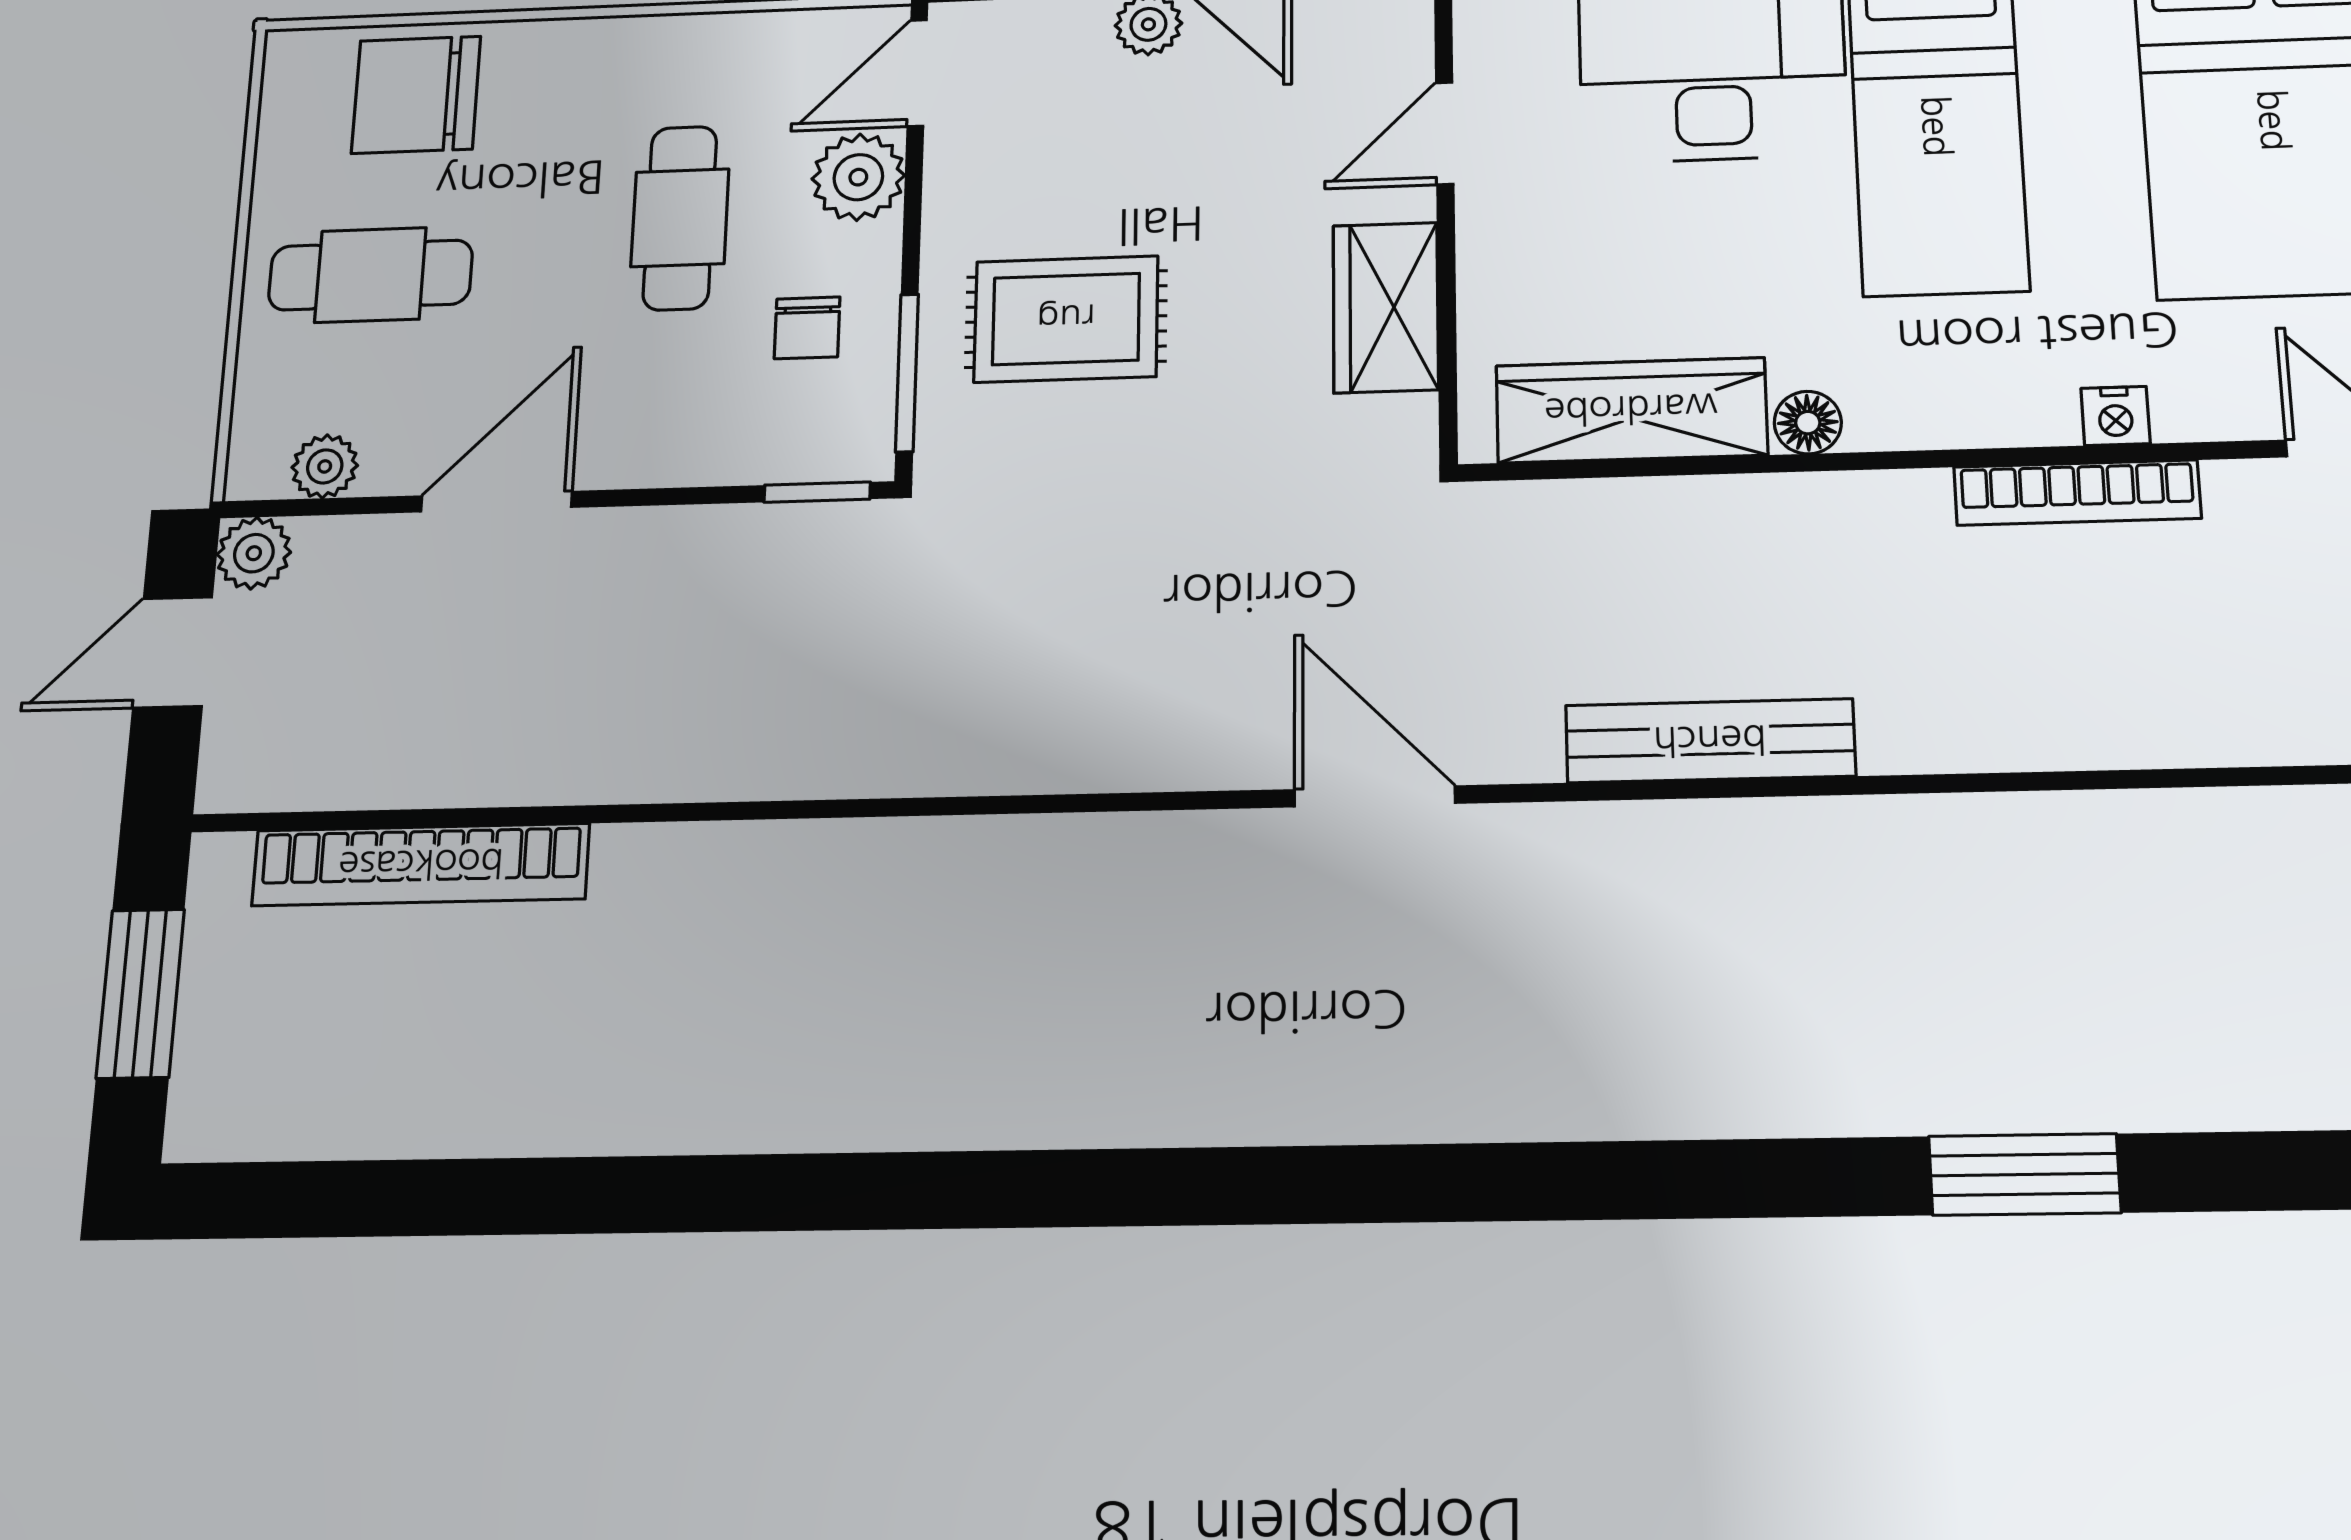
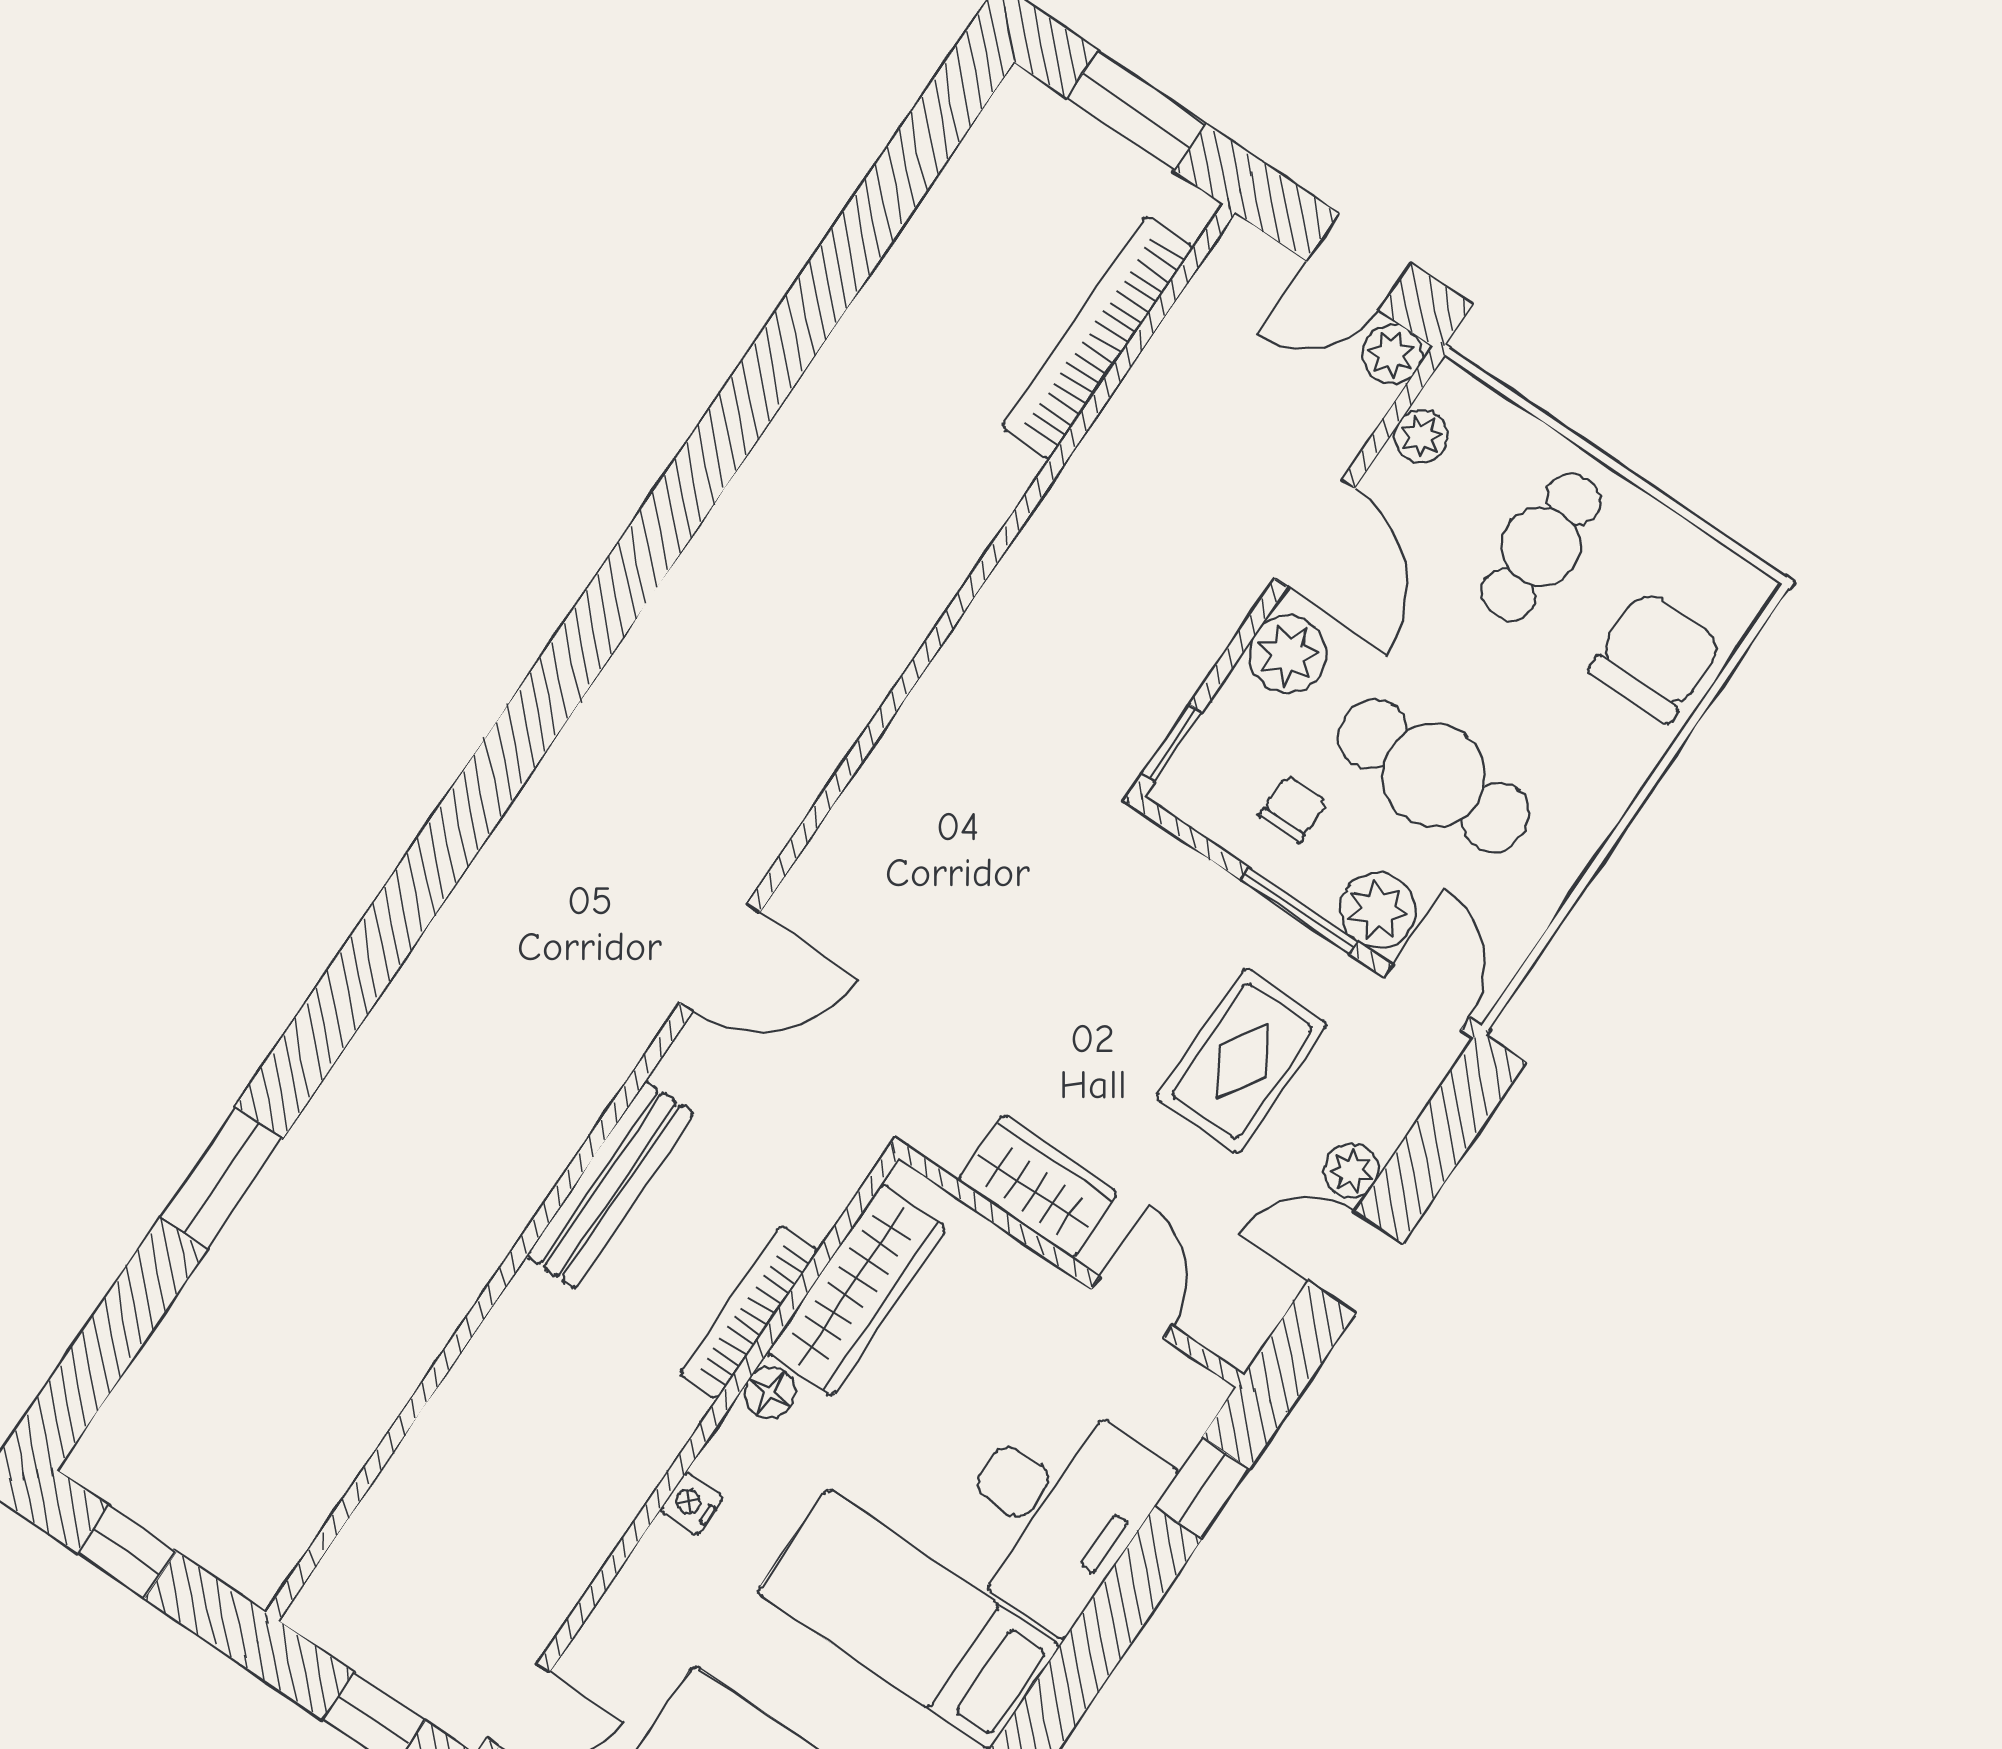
cafe table: (680, 218) -> (1434, 776), width x1.37, depth x1.35
rug: (1066, 319) -> (1242, 1061), moved
chair: (807, 328) -> (1293, 809), turned 90
window: (907, 373) -> (1299, 911), moved
nightstand: (2116, 416) -> (692, 1504), moved
plant: (645, 442) -> (1288, 655), added
bookcase: (2077, 493) -> (749, 1312), moved
door: (173, 652) -> (1359, 262), swing flipped

